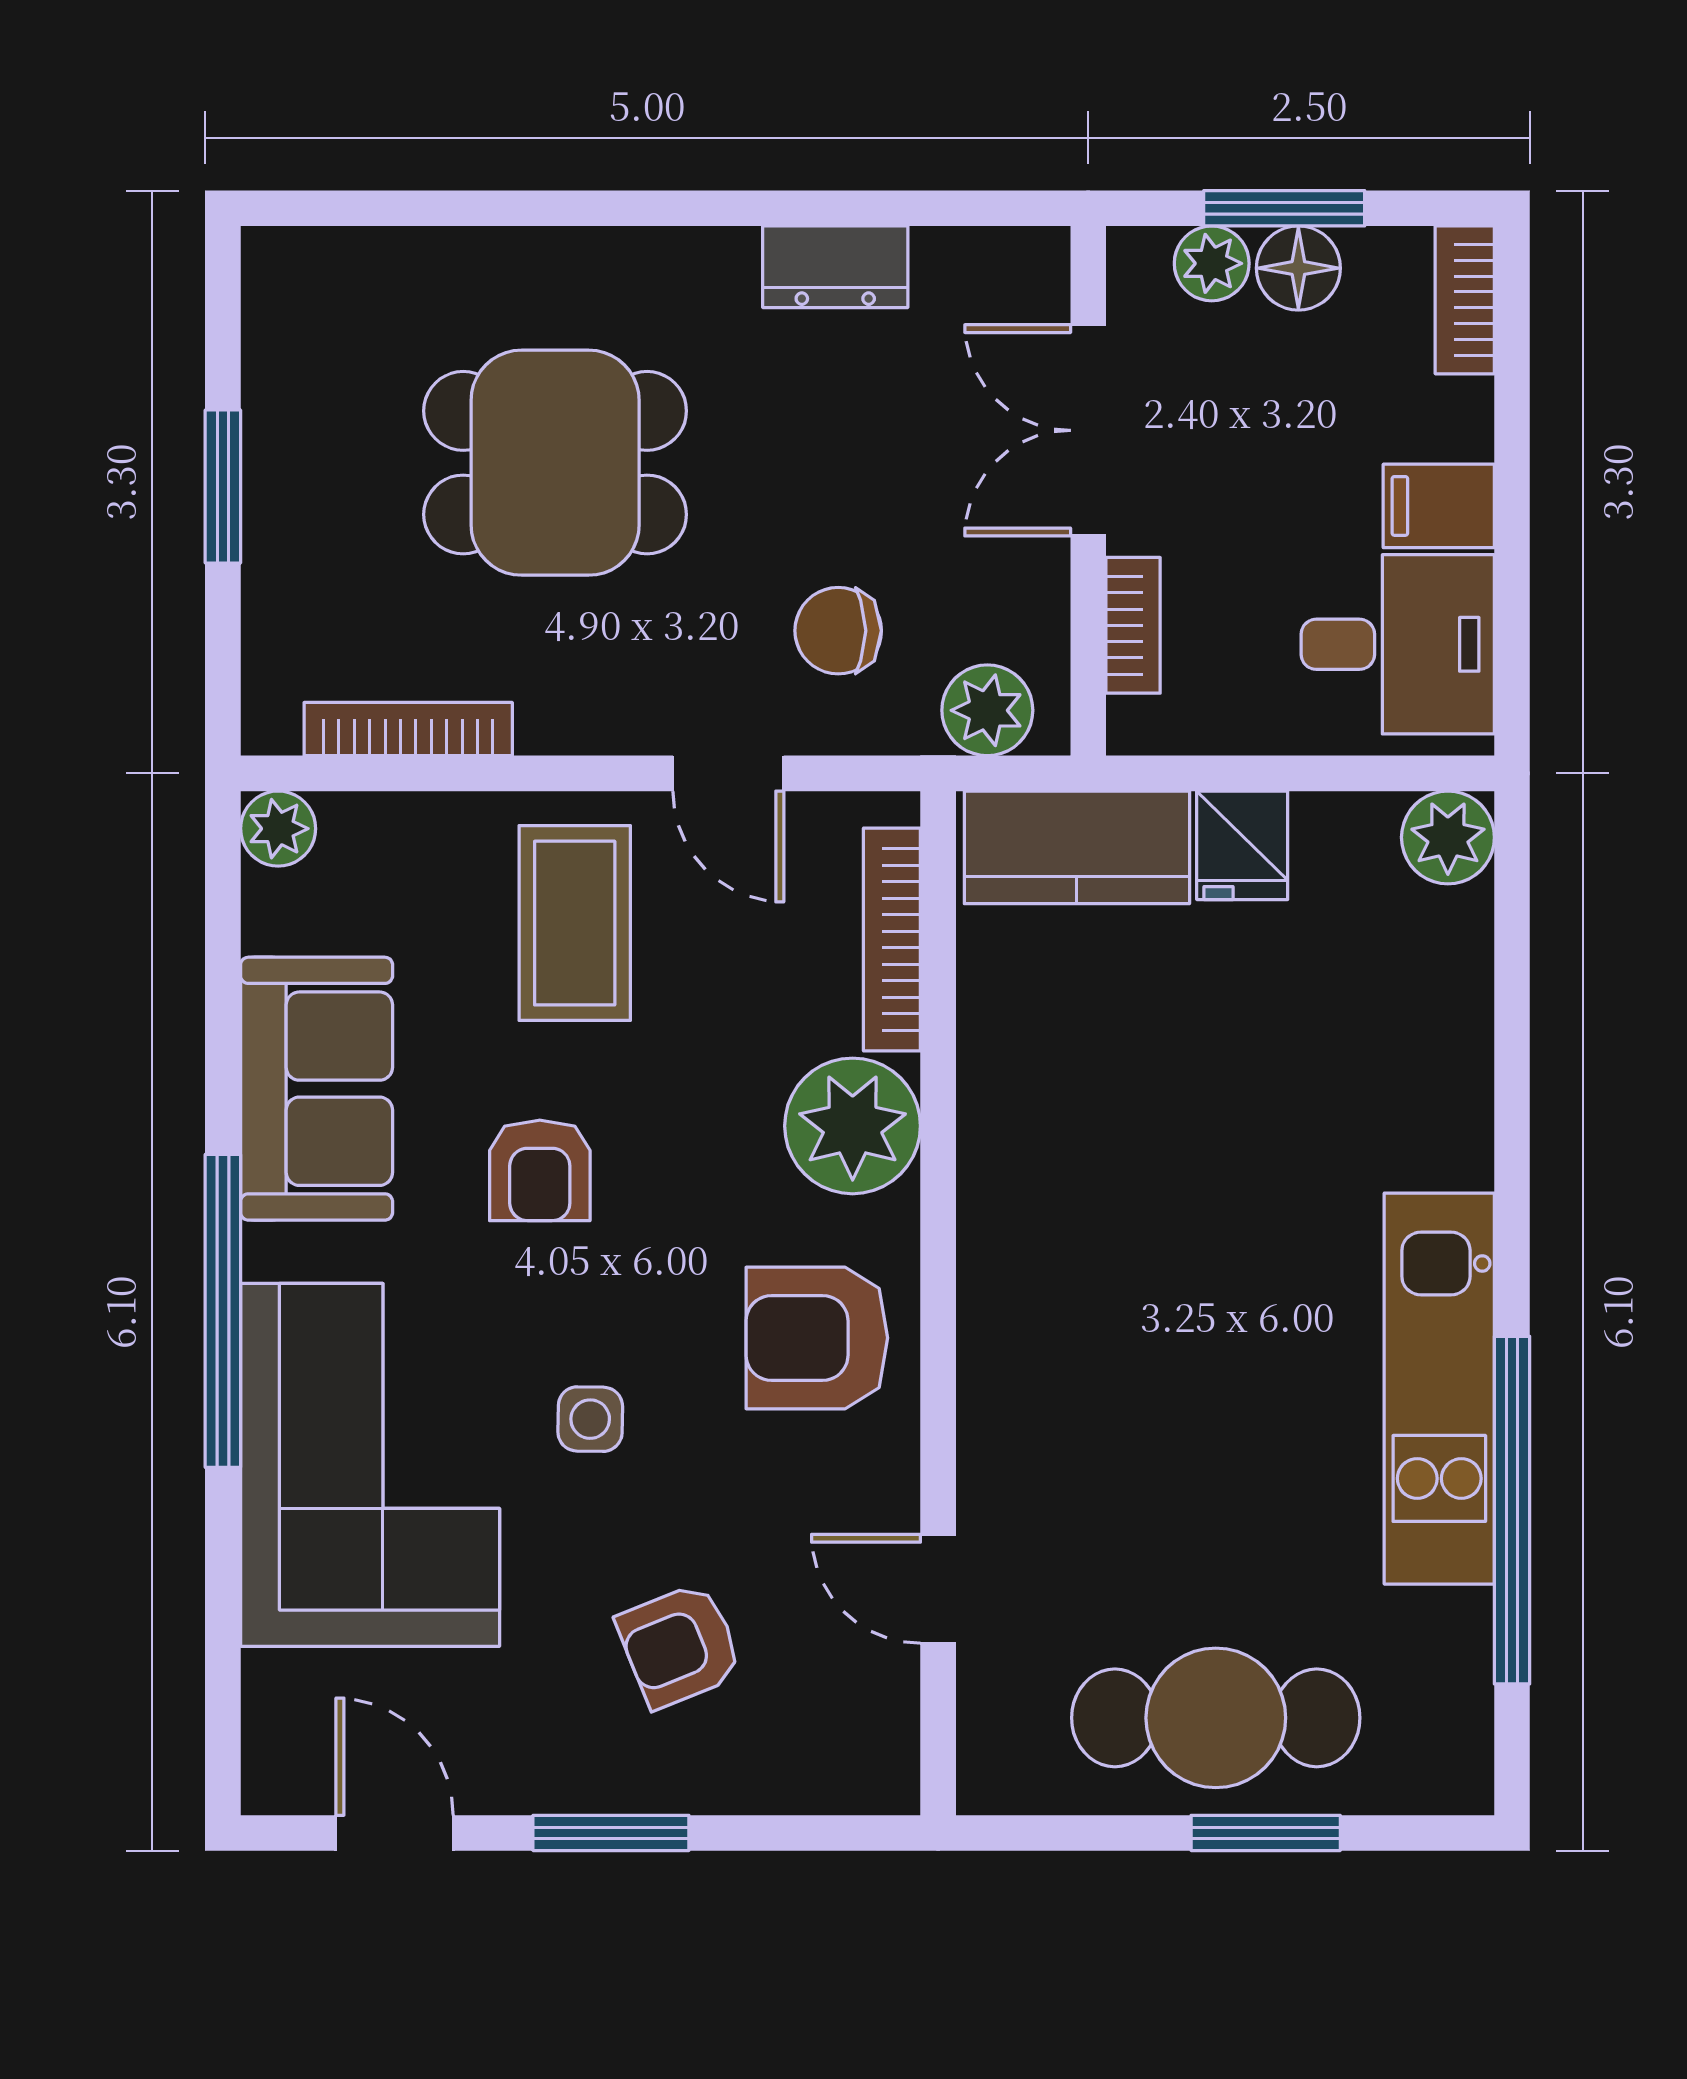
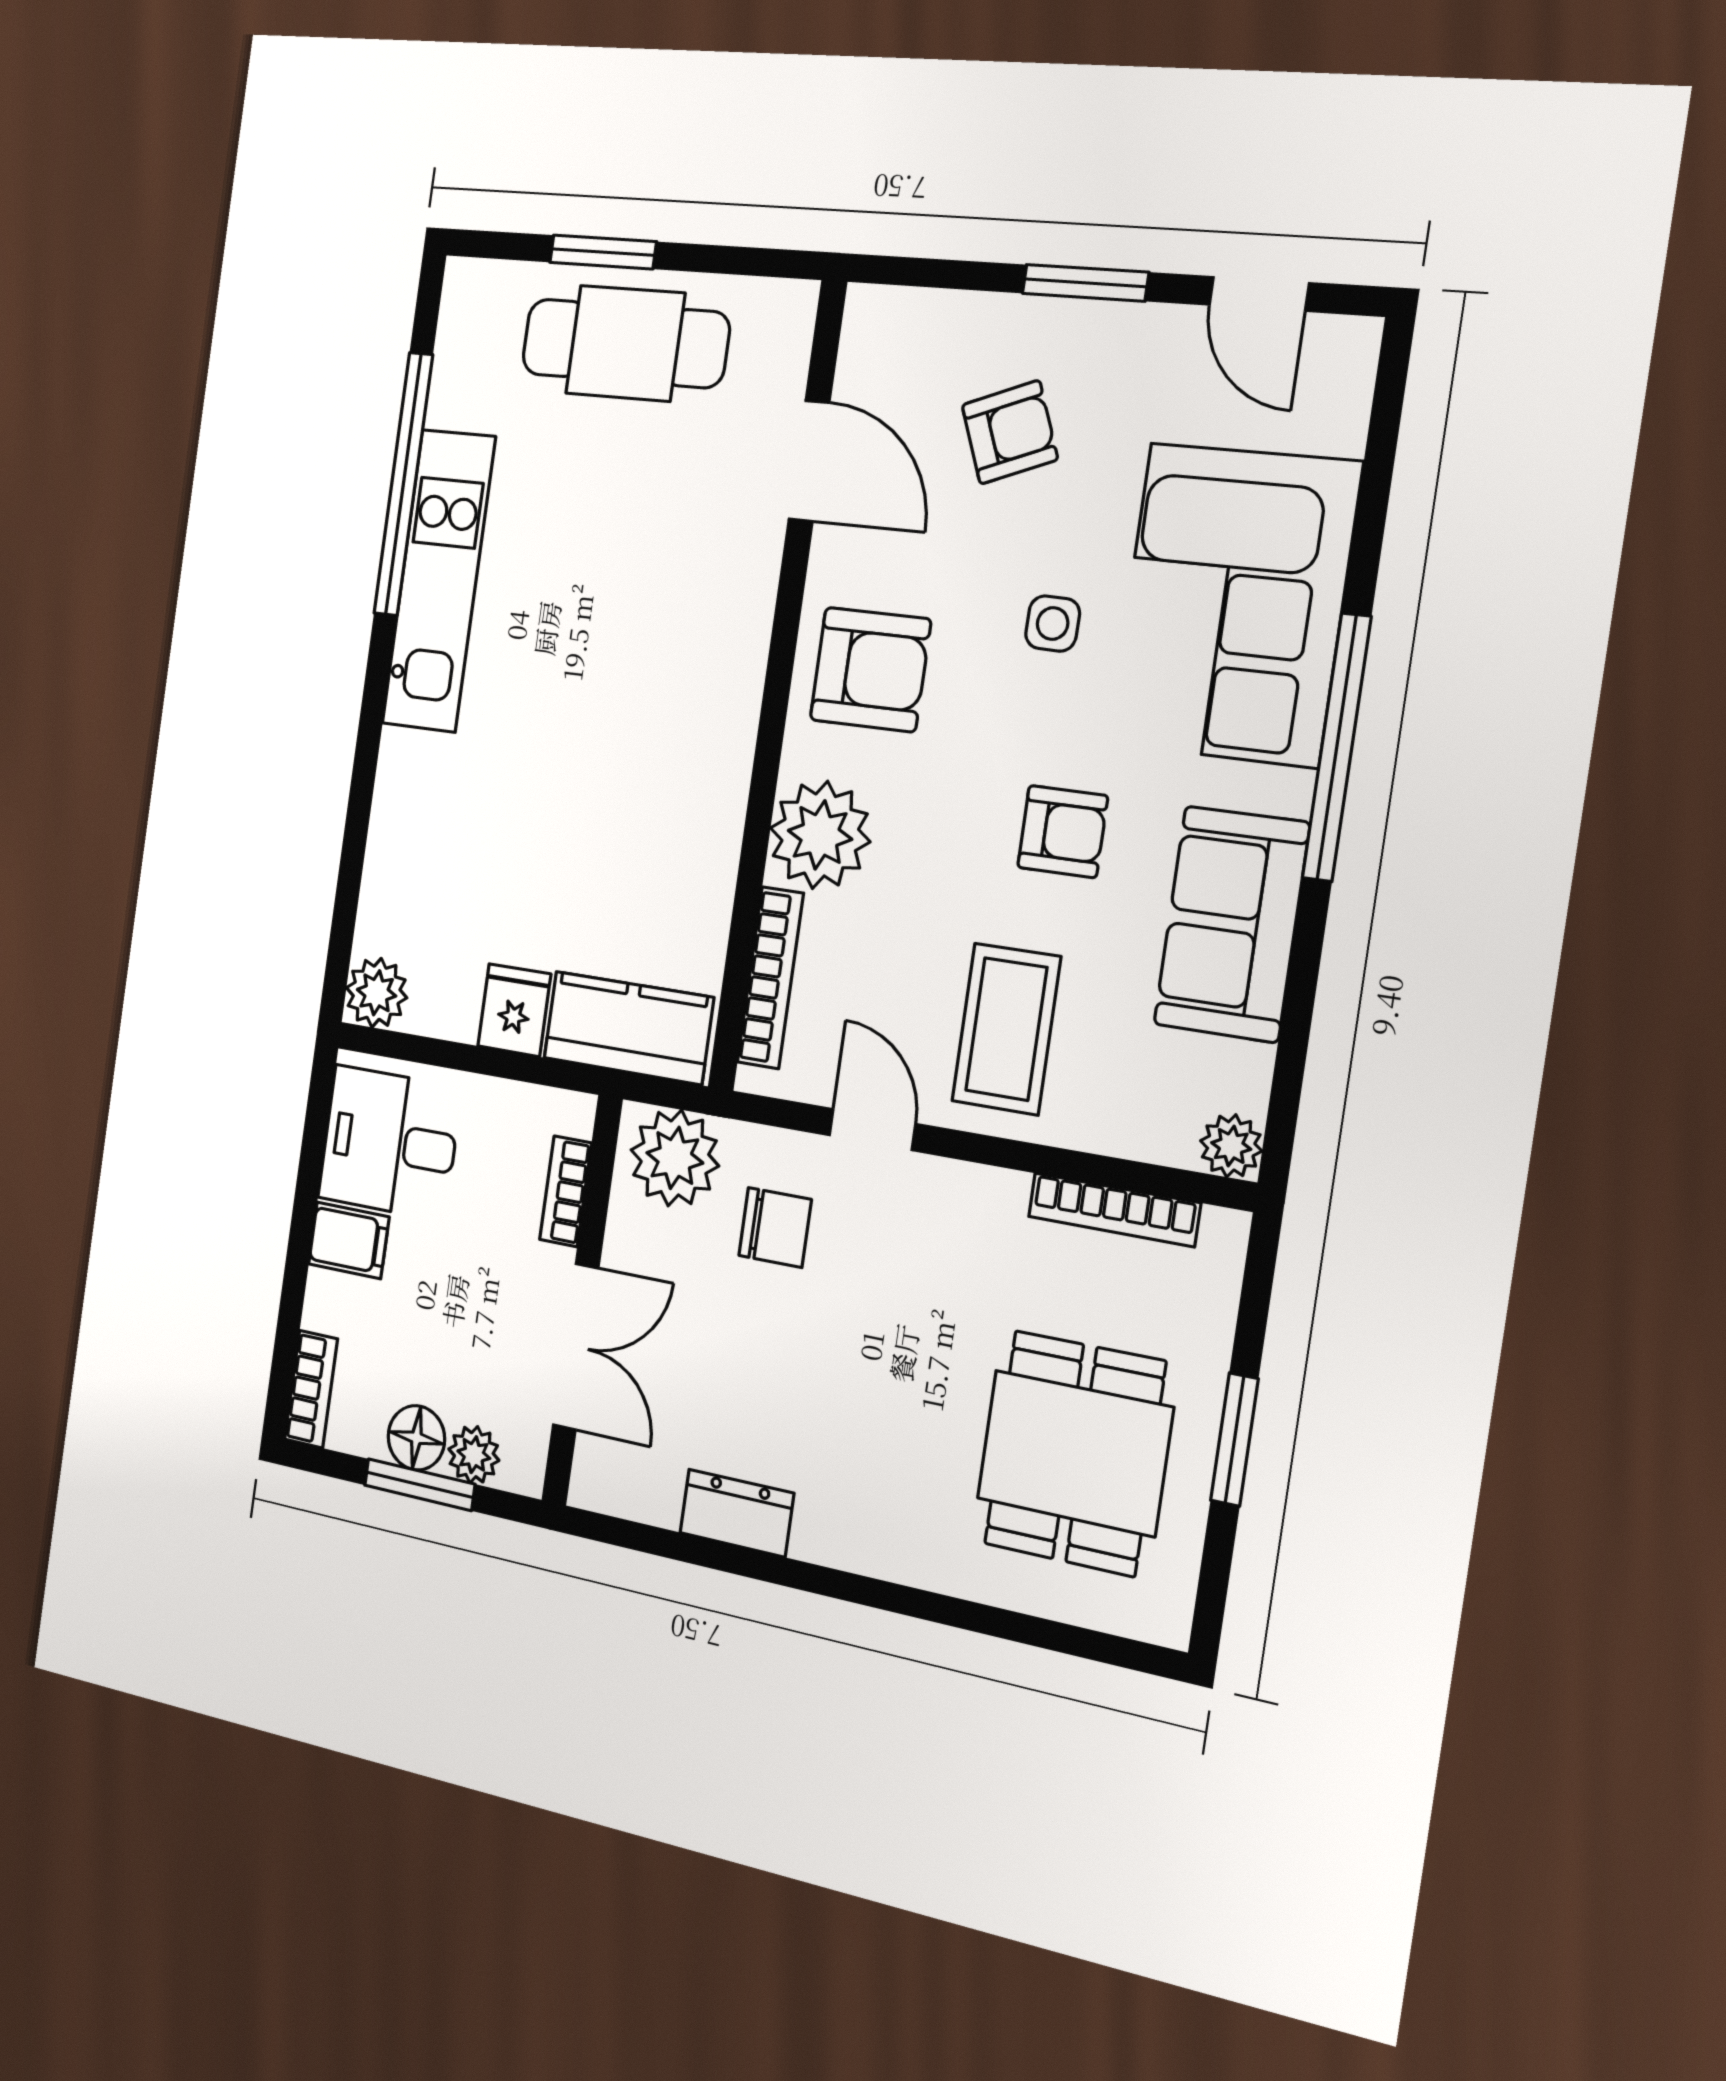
dining table: (555, 463) -> (1075, 1453), moved, turned 90
plant: (987, 710) -> (675, 1158), width x1.36, depth x1.36
armchair: (540, 1170) -> (1063, 832), turned 90
door: (938, 1589) -> (809, 461), width x1.38

